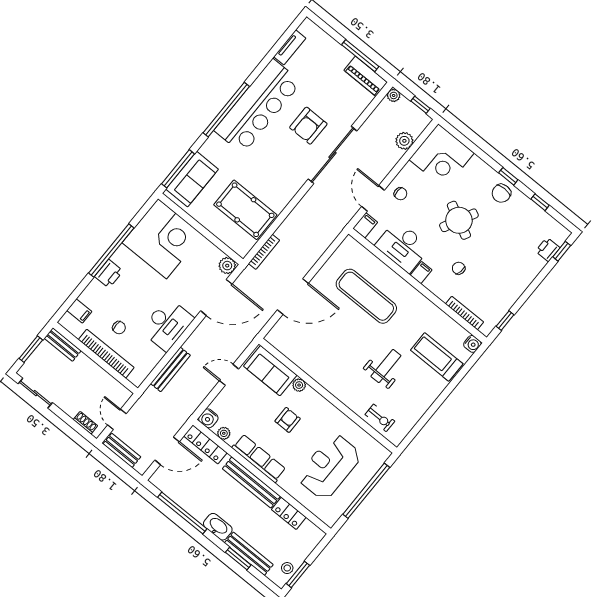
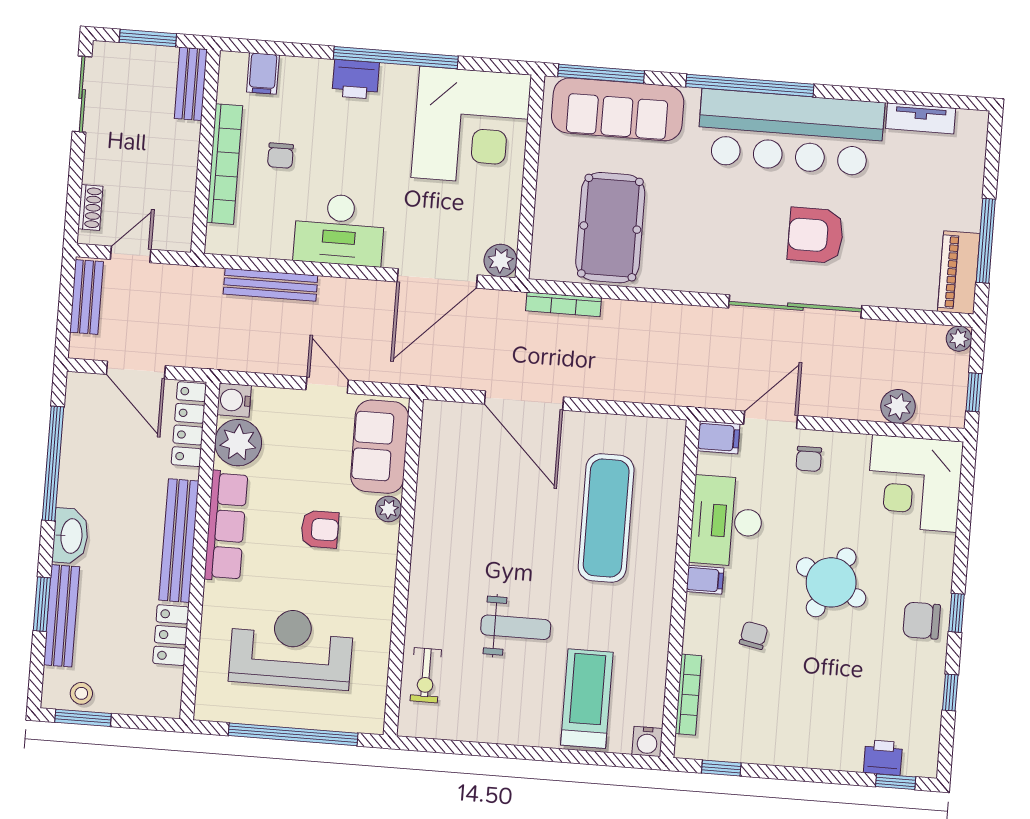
sofa: (192, 179) -> (618, 109), width x1.36
door: (216, 297) -> (437, 278), hinge flipped
plant: (224, 433) -> (238, 443), width x1.88, depth x1.88

